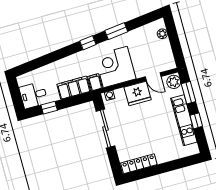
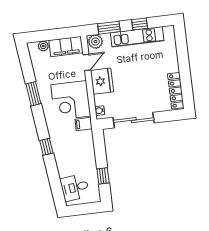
window: (88, 43) -> (46, 147), moved
filing cabinet: (74, 88) -> (66, 46), moved, turned -90
desk: (33, 95) -> (75, 187), moved, turned 83

